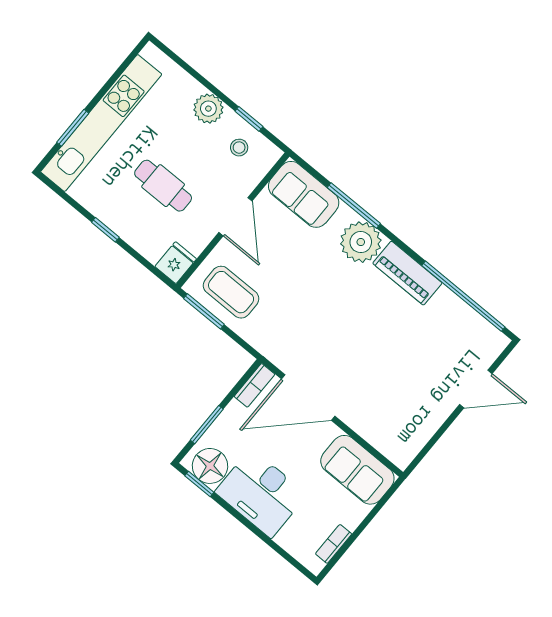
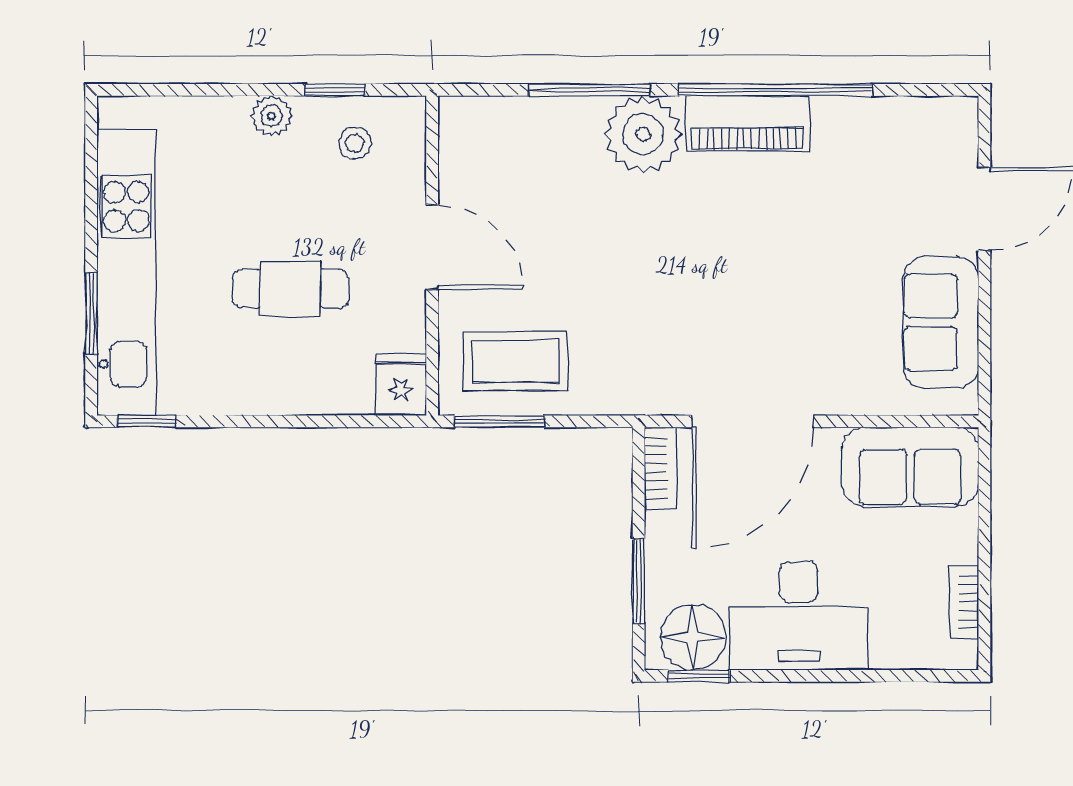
plant: (208, 109) -> (272, 116), width x0.73, depth x0.73
sofa: (304, 194) -> (941, 322), moved, turned 90
window: (105, 230) -> (147, 421), moved
window: (463, 296) -> (775, 90), moved

